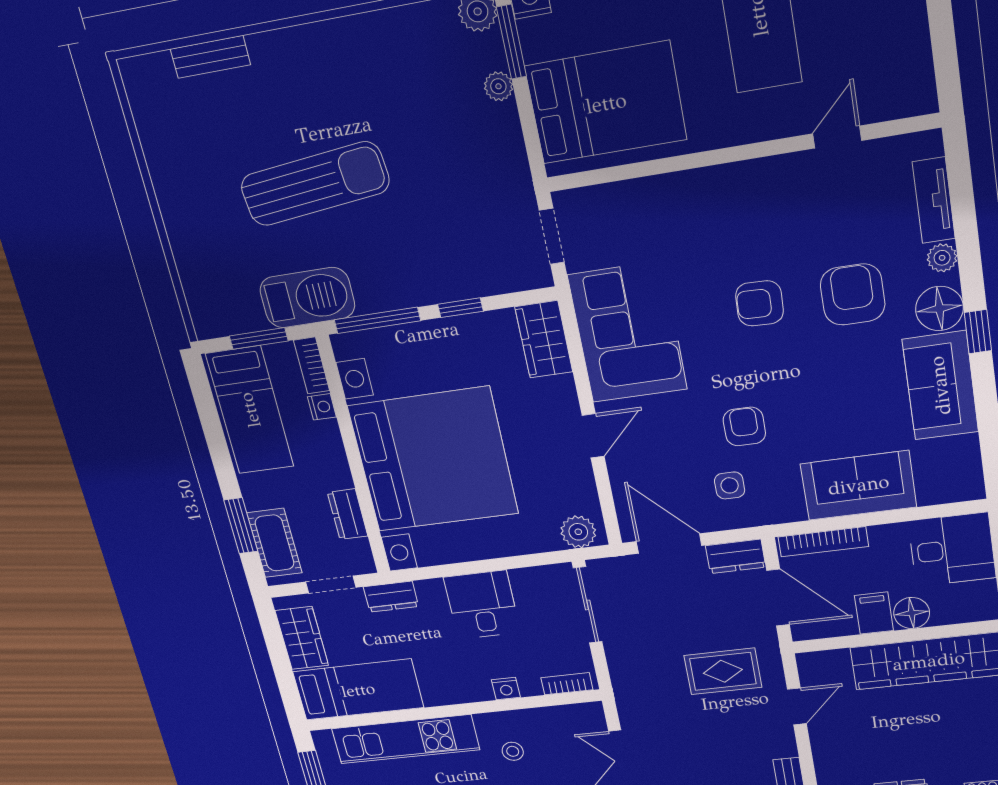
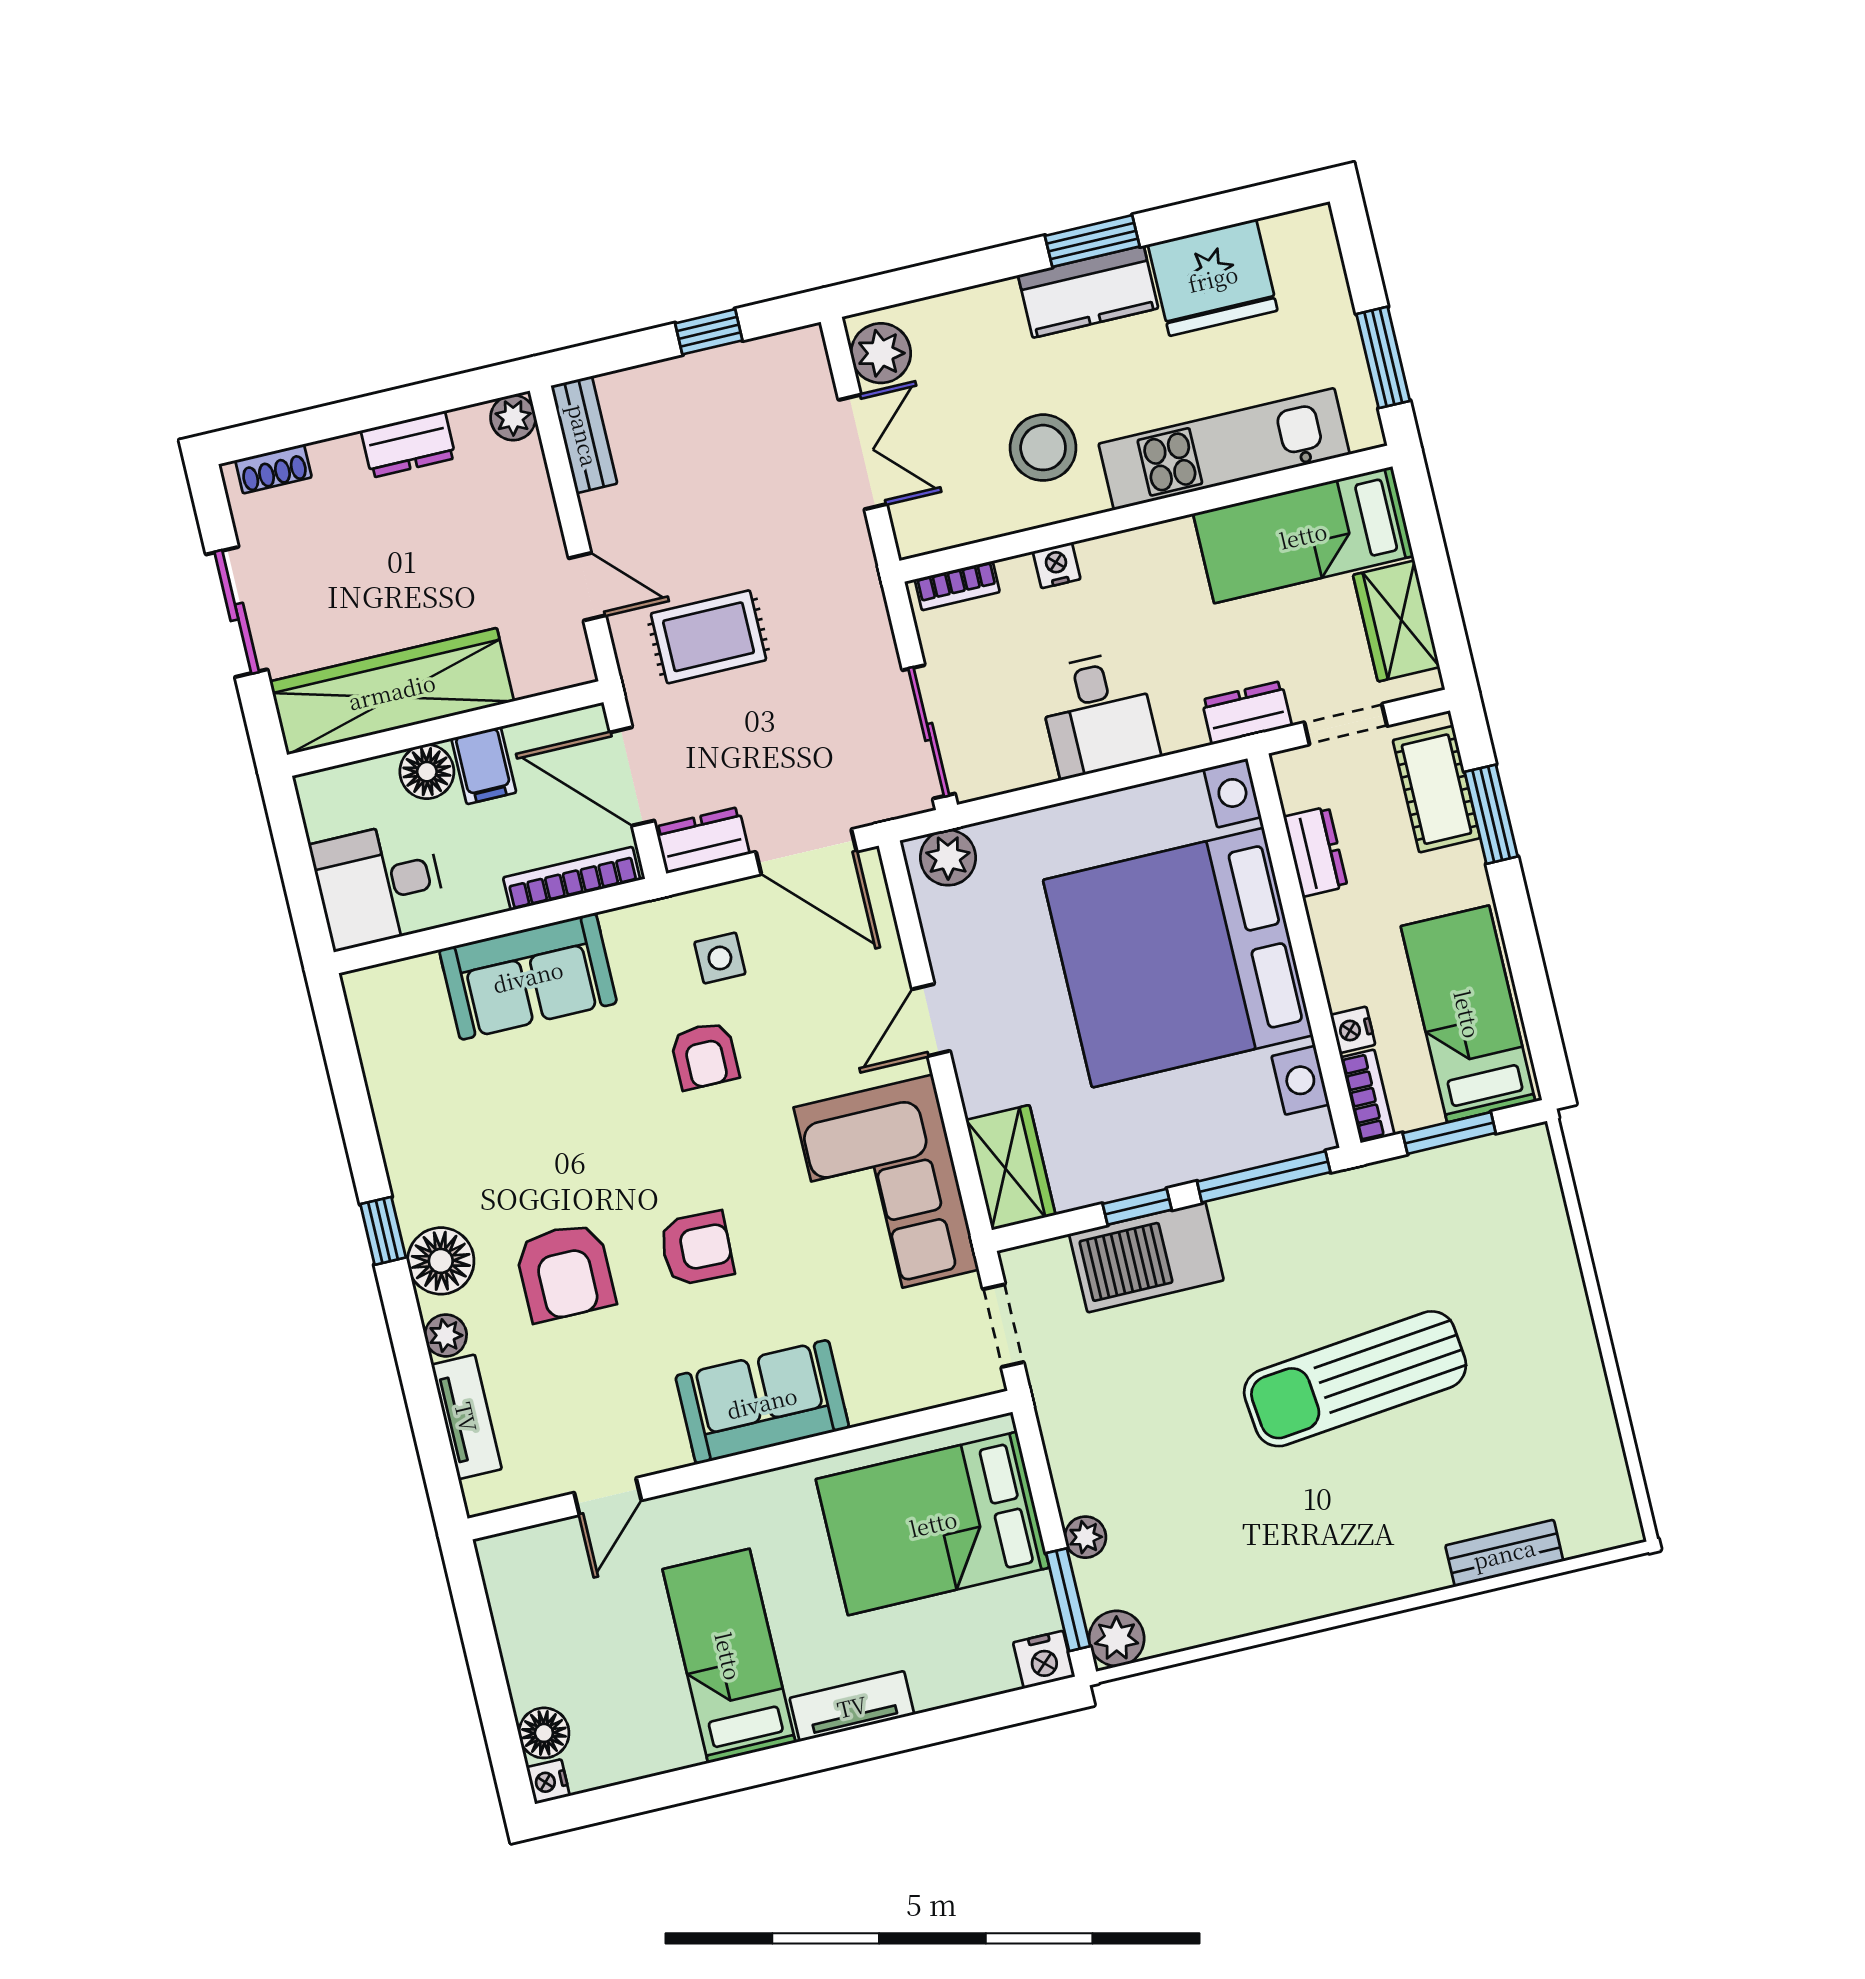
barbecue: (307, 298) -> (1146, 1257), moved
sofa: (940, 386) -> (762, 1402), moved, turned -90
door: (797, 706) -> (587, 587), swing flipped
stool: (513, 751) -> (1043, 448), width x1.89, depth x1.89

